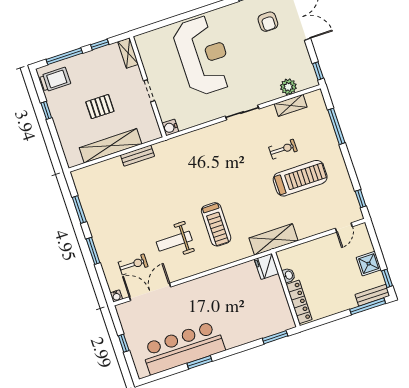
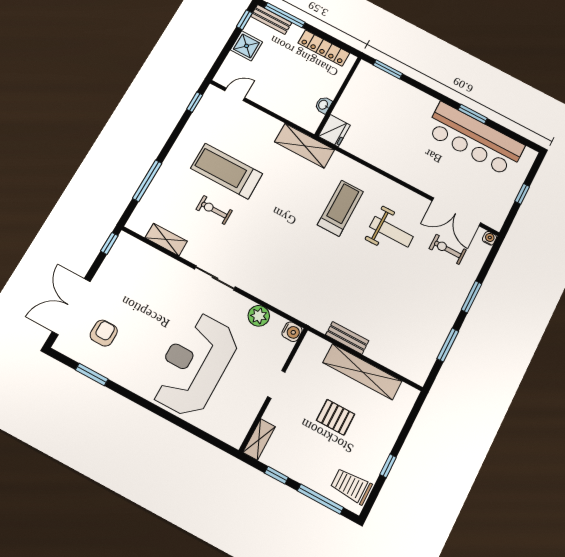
plant: (288, 87) -> (259, 316), moved
locker: (299, 302) -> (324, 48), moved, turned -90

